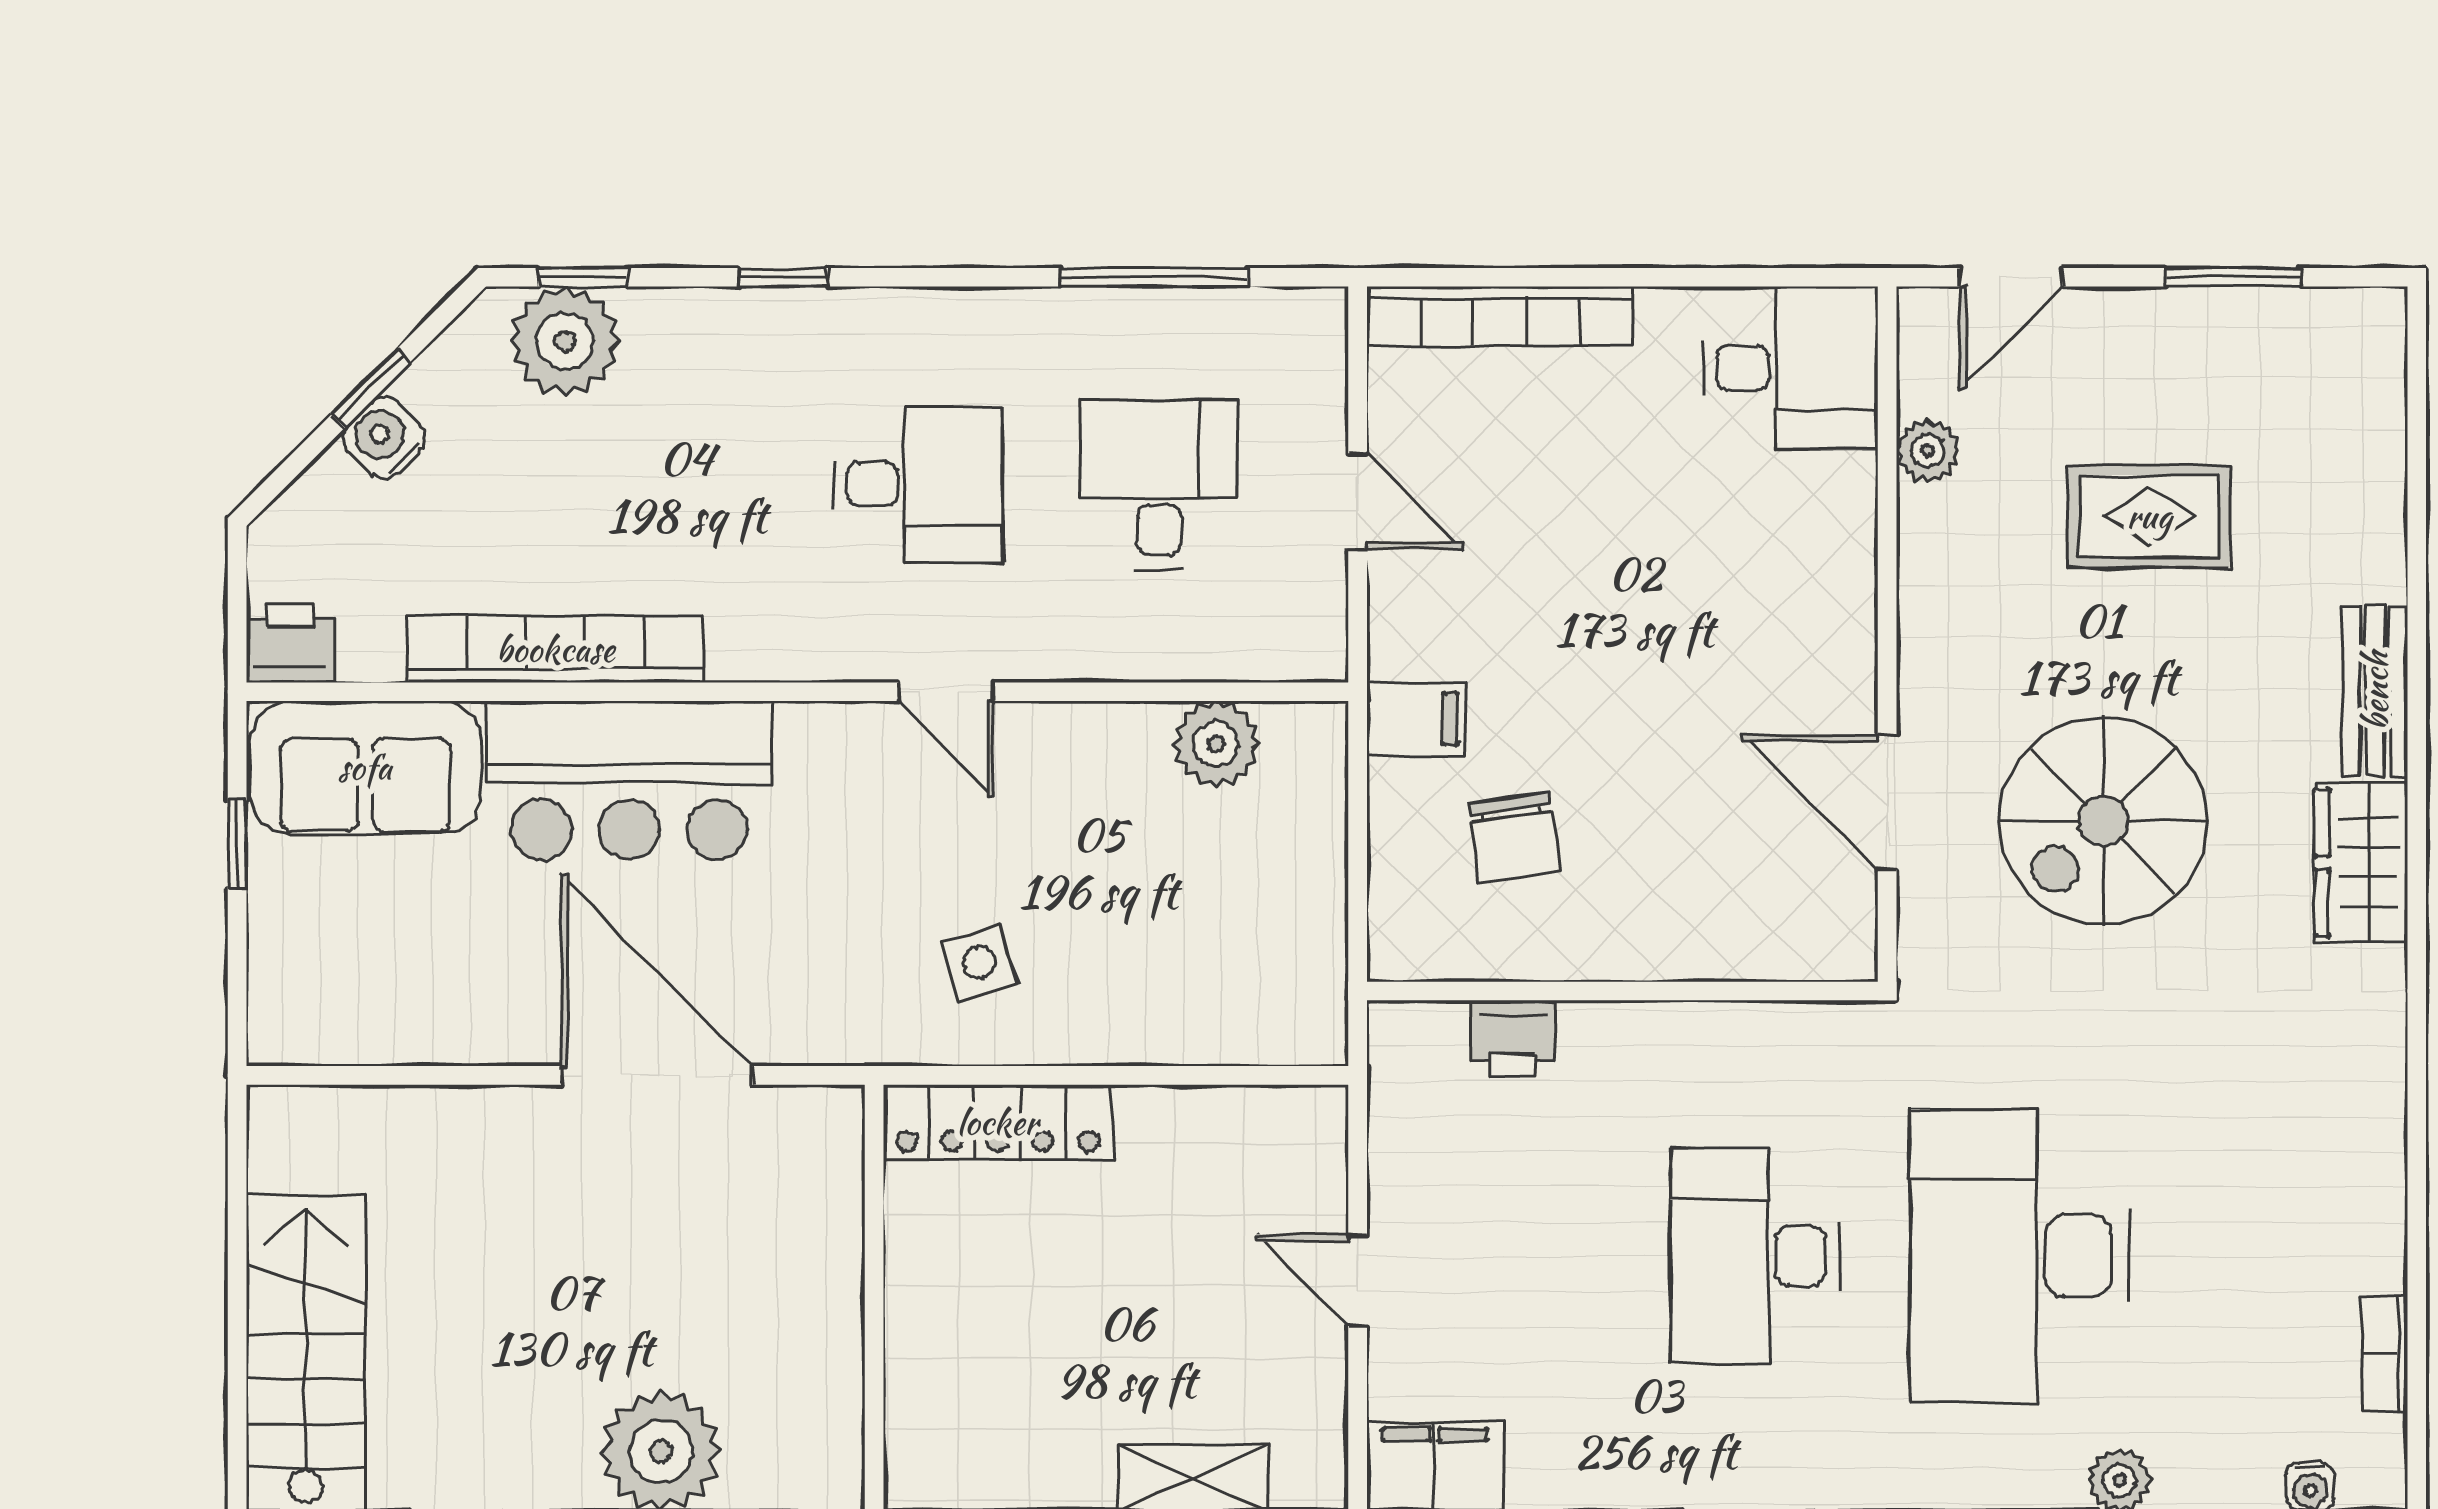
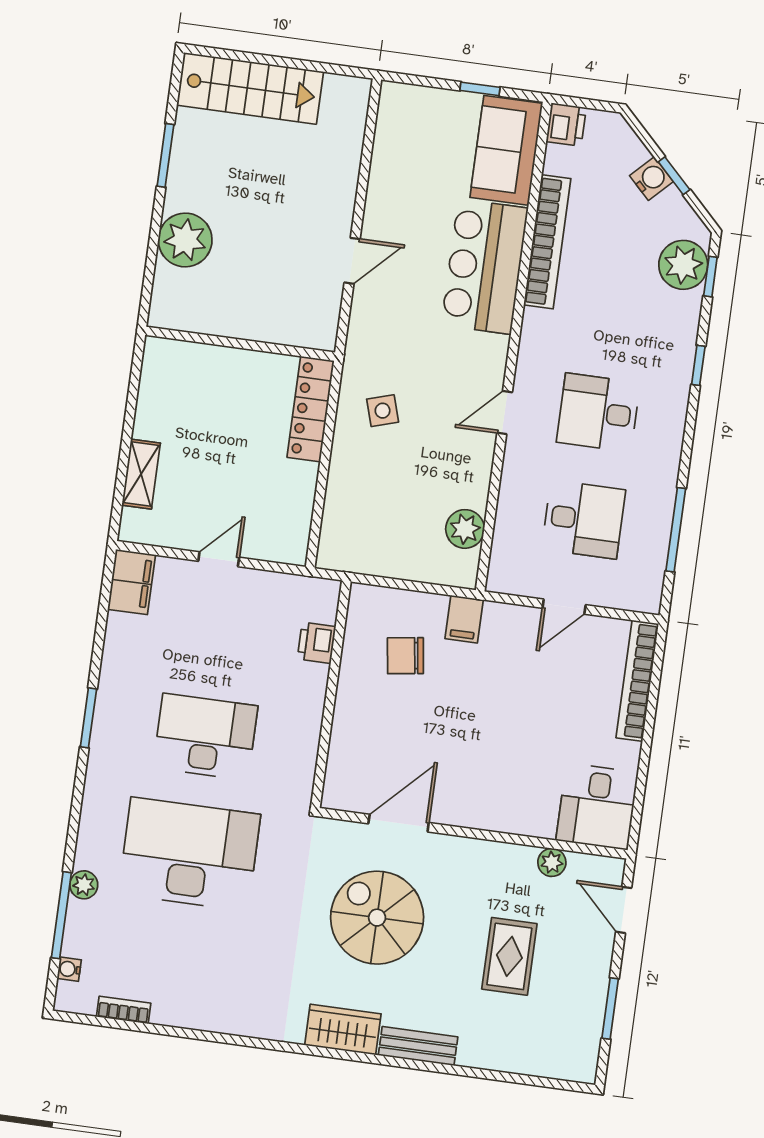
desk: (918, 485) -> (598, 413), turned 90
door: (657, 1075) -> (352, 261), width x0.53

